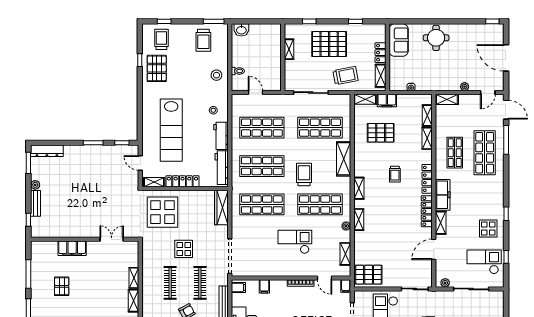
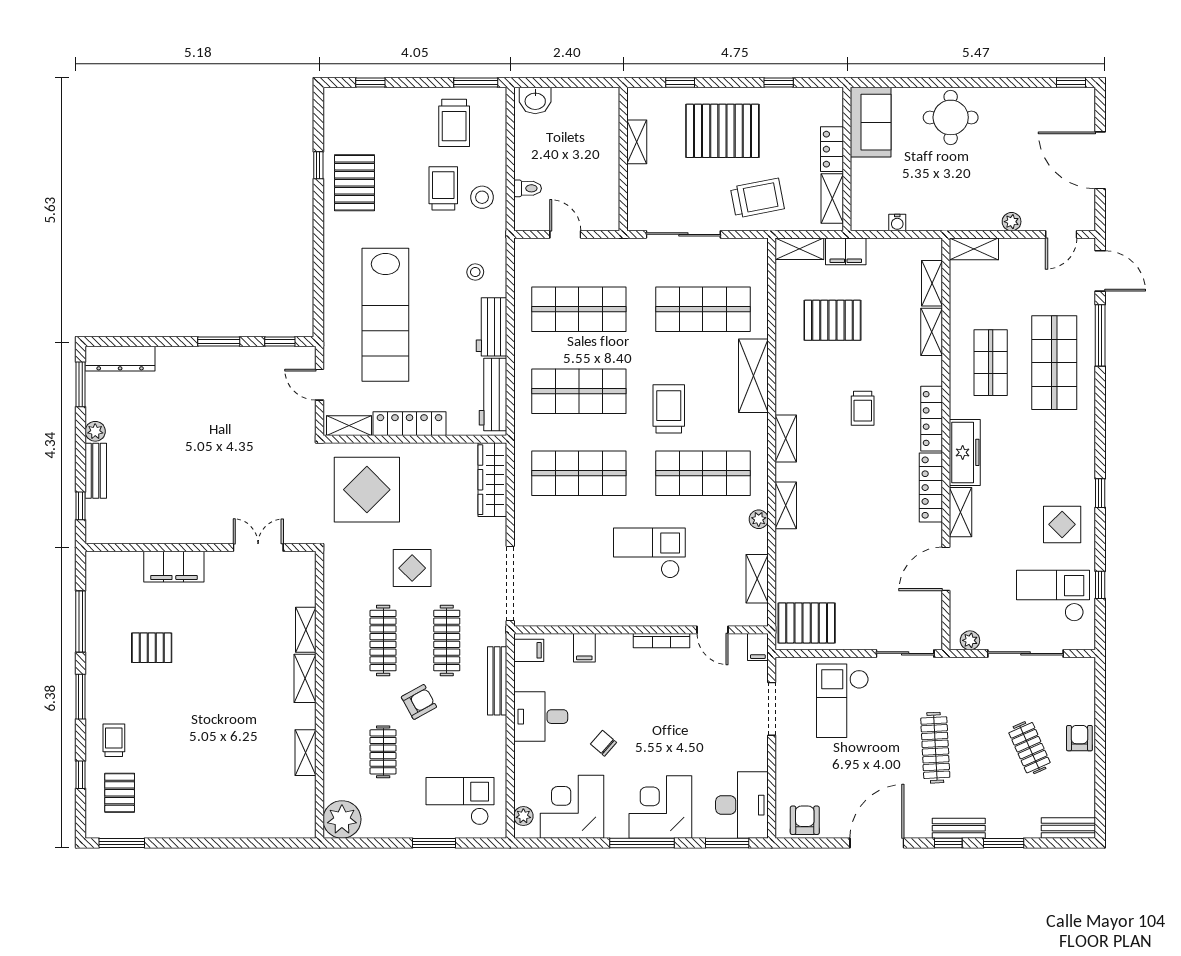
trolley: (161, 39) -> (443, 188), moved
pallet: (62, 286) -> (152, 648), turned 90

